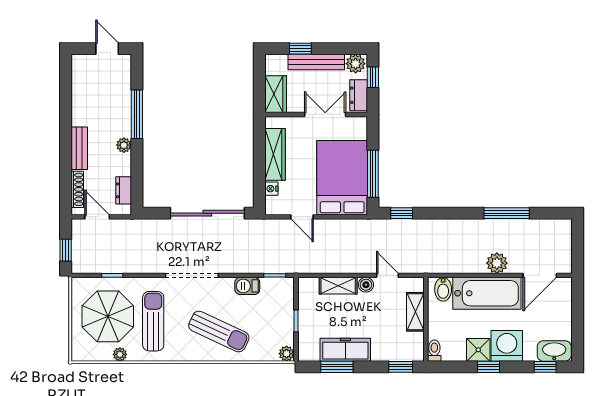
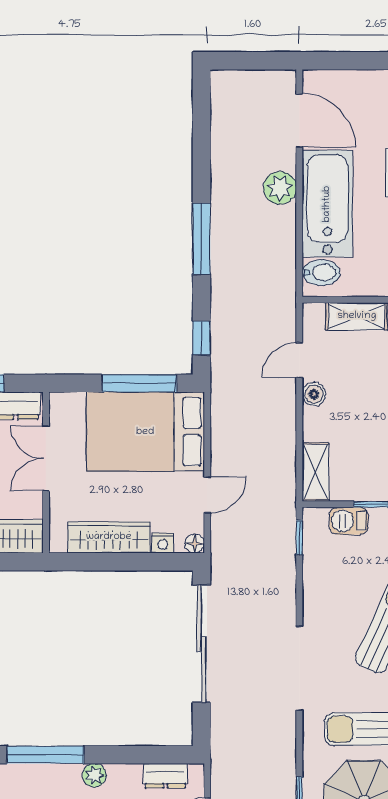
floor lamp: (271, 209) -> (195, 544), added
window: (507, 213) -> (201, 239), moved
barbecue: (247, 286) -> (349, 521), moved, turned 90
shelving: (338, 286) -> (316, 472), moved

